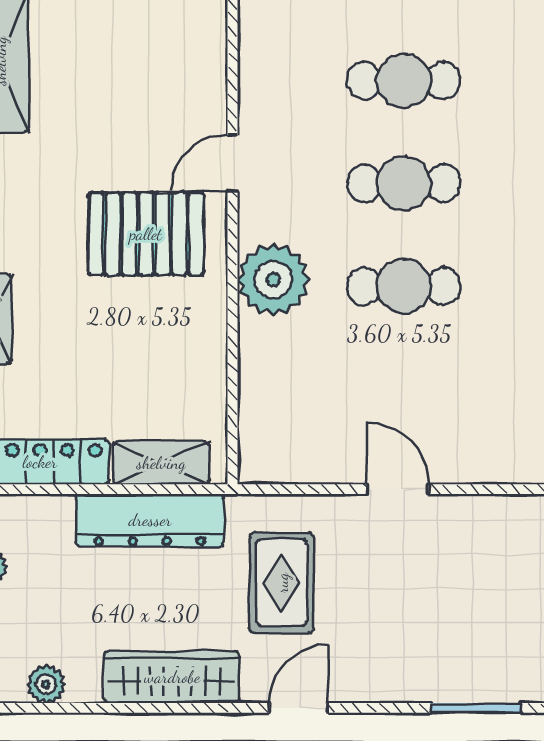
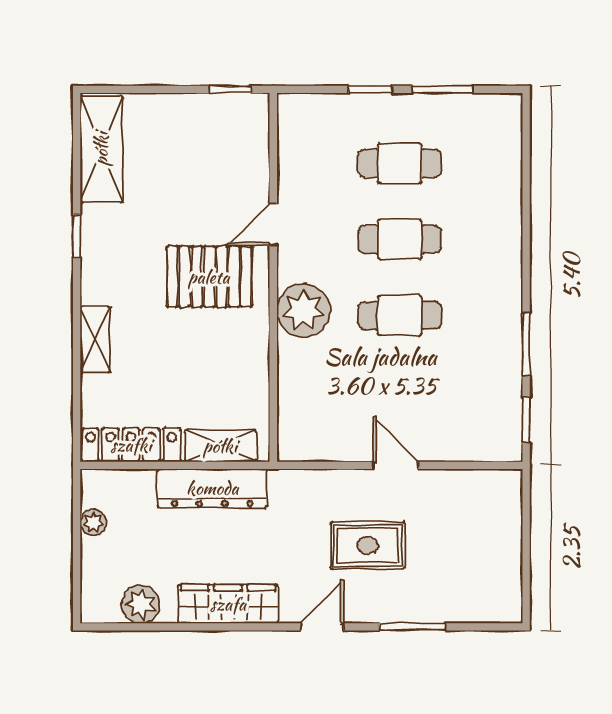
rug: (282, 583) -> (368, 545), moved, turned 90
plant: (46, 684) -> (141, 604), width x1.38, depth x1.38
window: (476, 708) -> (412, 627), moved

